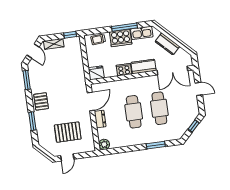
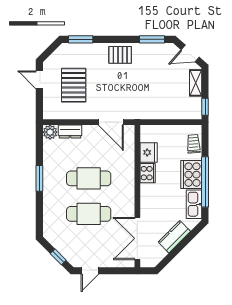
window: (124, 27) -> (205, 182), width x1.46
kitchen counter: (144, 67) -> (148, 200), removed
fridge: (96, 73) -> (149, 152), moved
door: (199, 89) -> (90, 271), moved
dresser: (100, 119) -> (70, 132), moved
window: (32, 121) -> (81, 39), moved
window: (156, 145) -> (39, 178), moved

